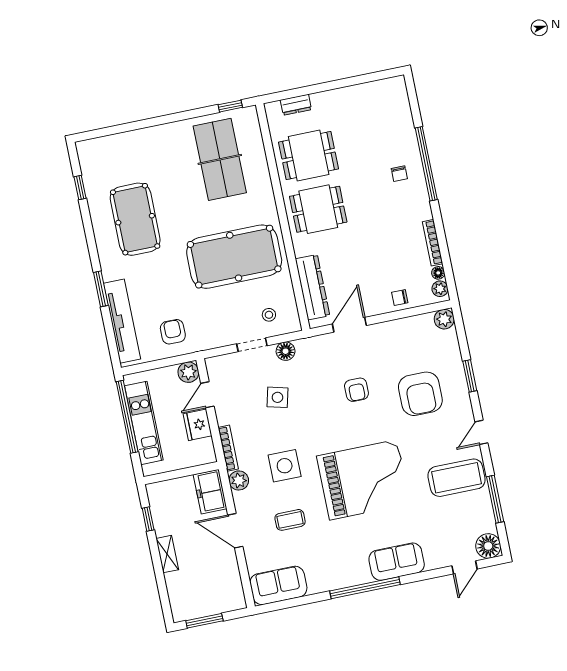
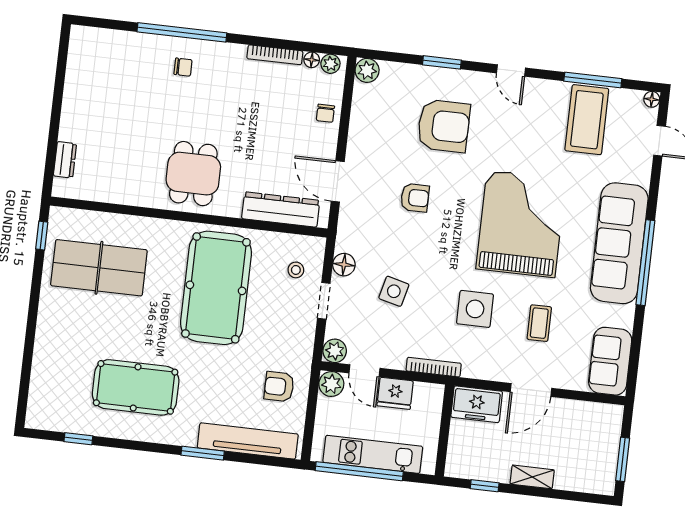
dining table: (309, 156) -> (128, 164), removed
coffee table: (457, 478) -> (587, 120), moved
plant: (239, 480) -> (335, 351), moved
floor lamp: (488, 546) -> (652, 99), width x0.53, depth x0.53
sofa: (397, 562) -> (619, 243), width x1.85, depth x1.27

